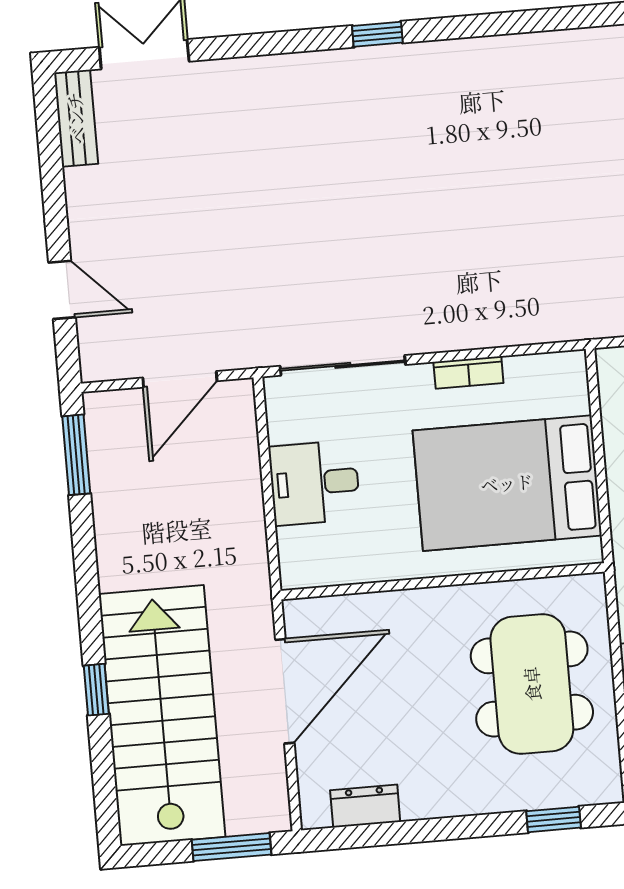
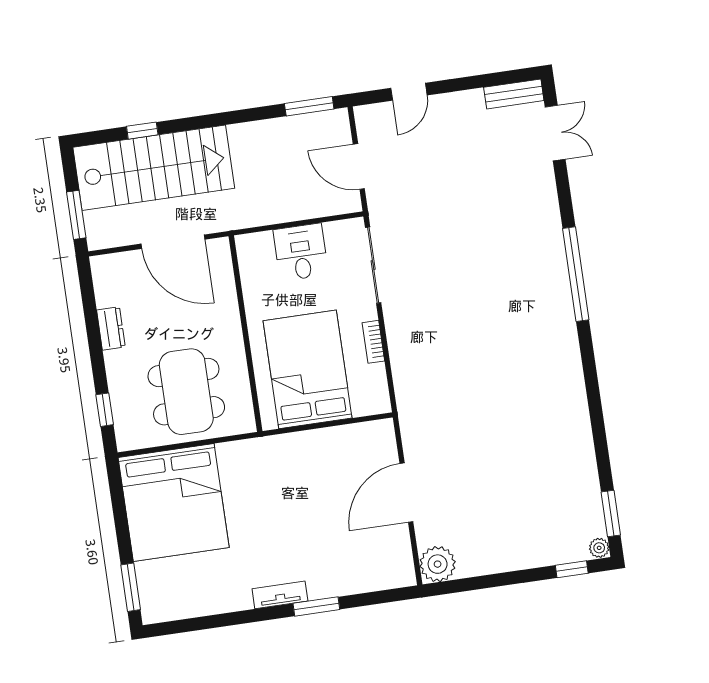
window: (377, 34) -> (576, 274), width x3.17
dining table: (532, 684) -> (186, 392), turned 90
window: (96, 690) -> (142, 131), moved
dresser: (365, 806) -> (111, 328), moved

